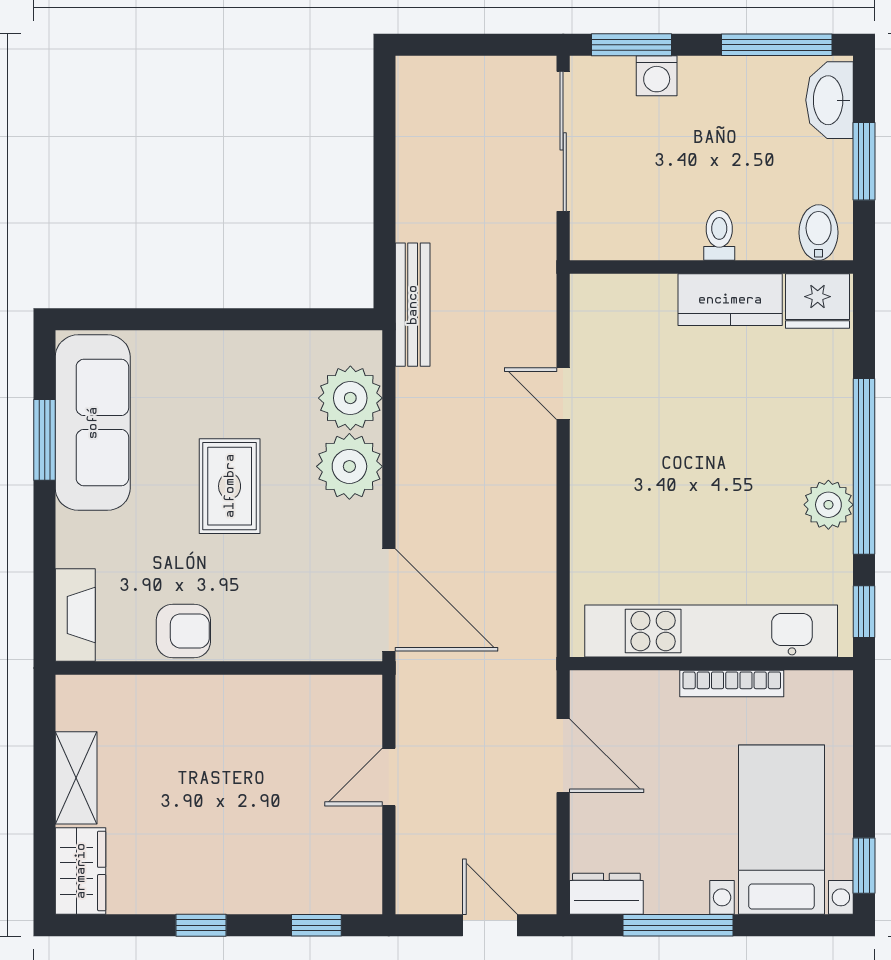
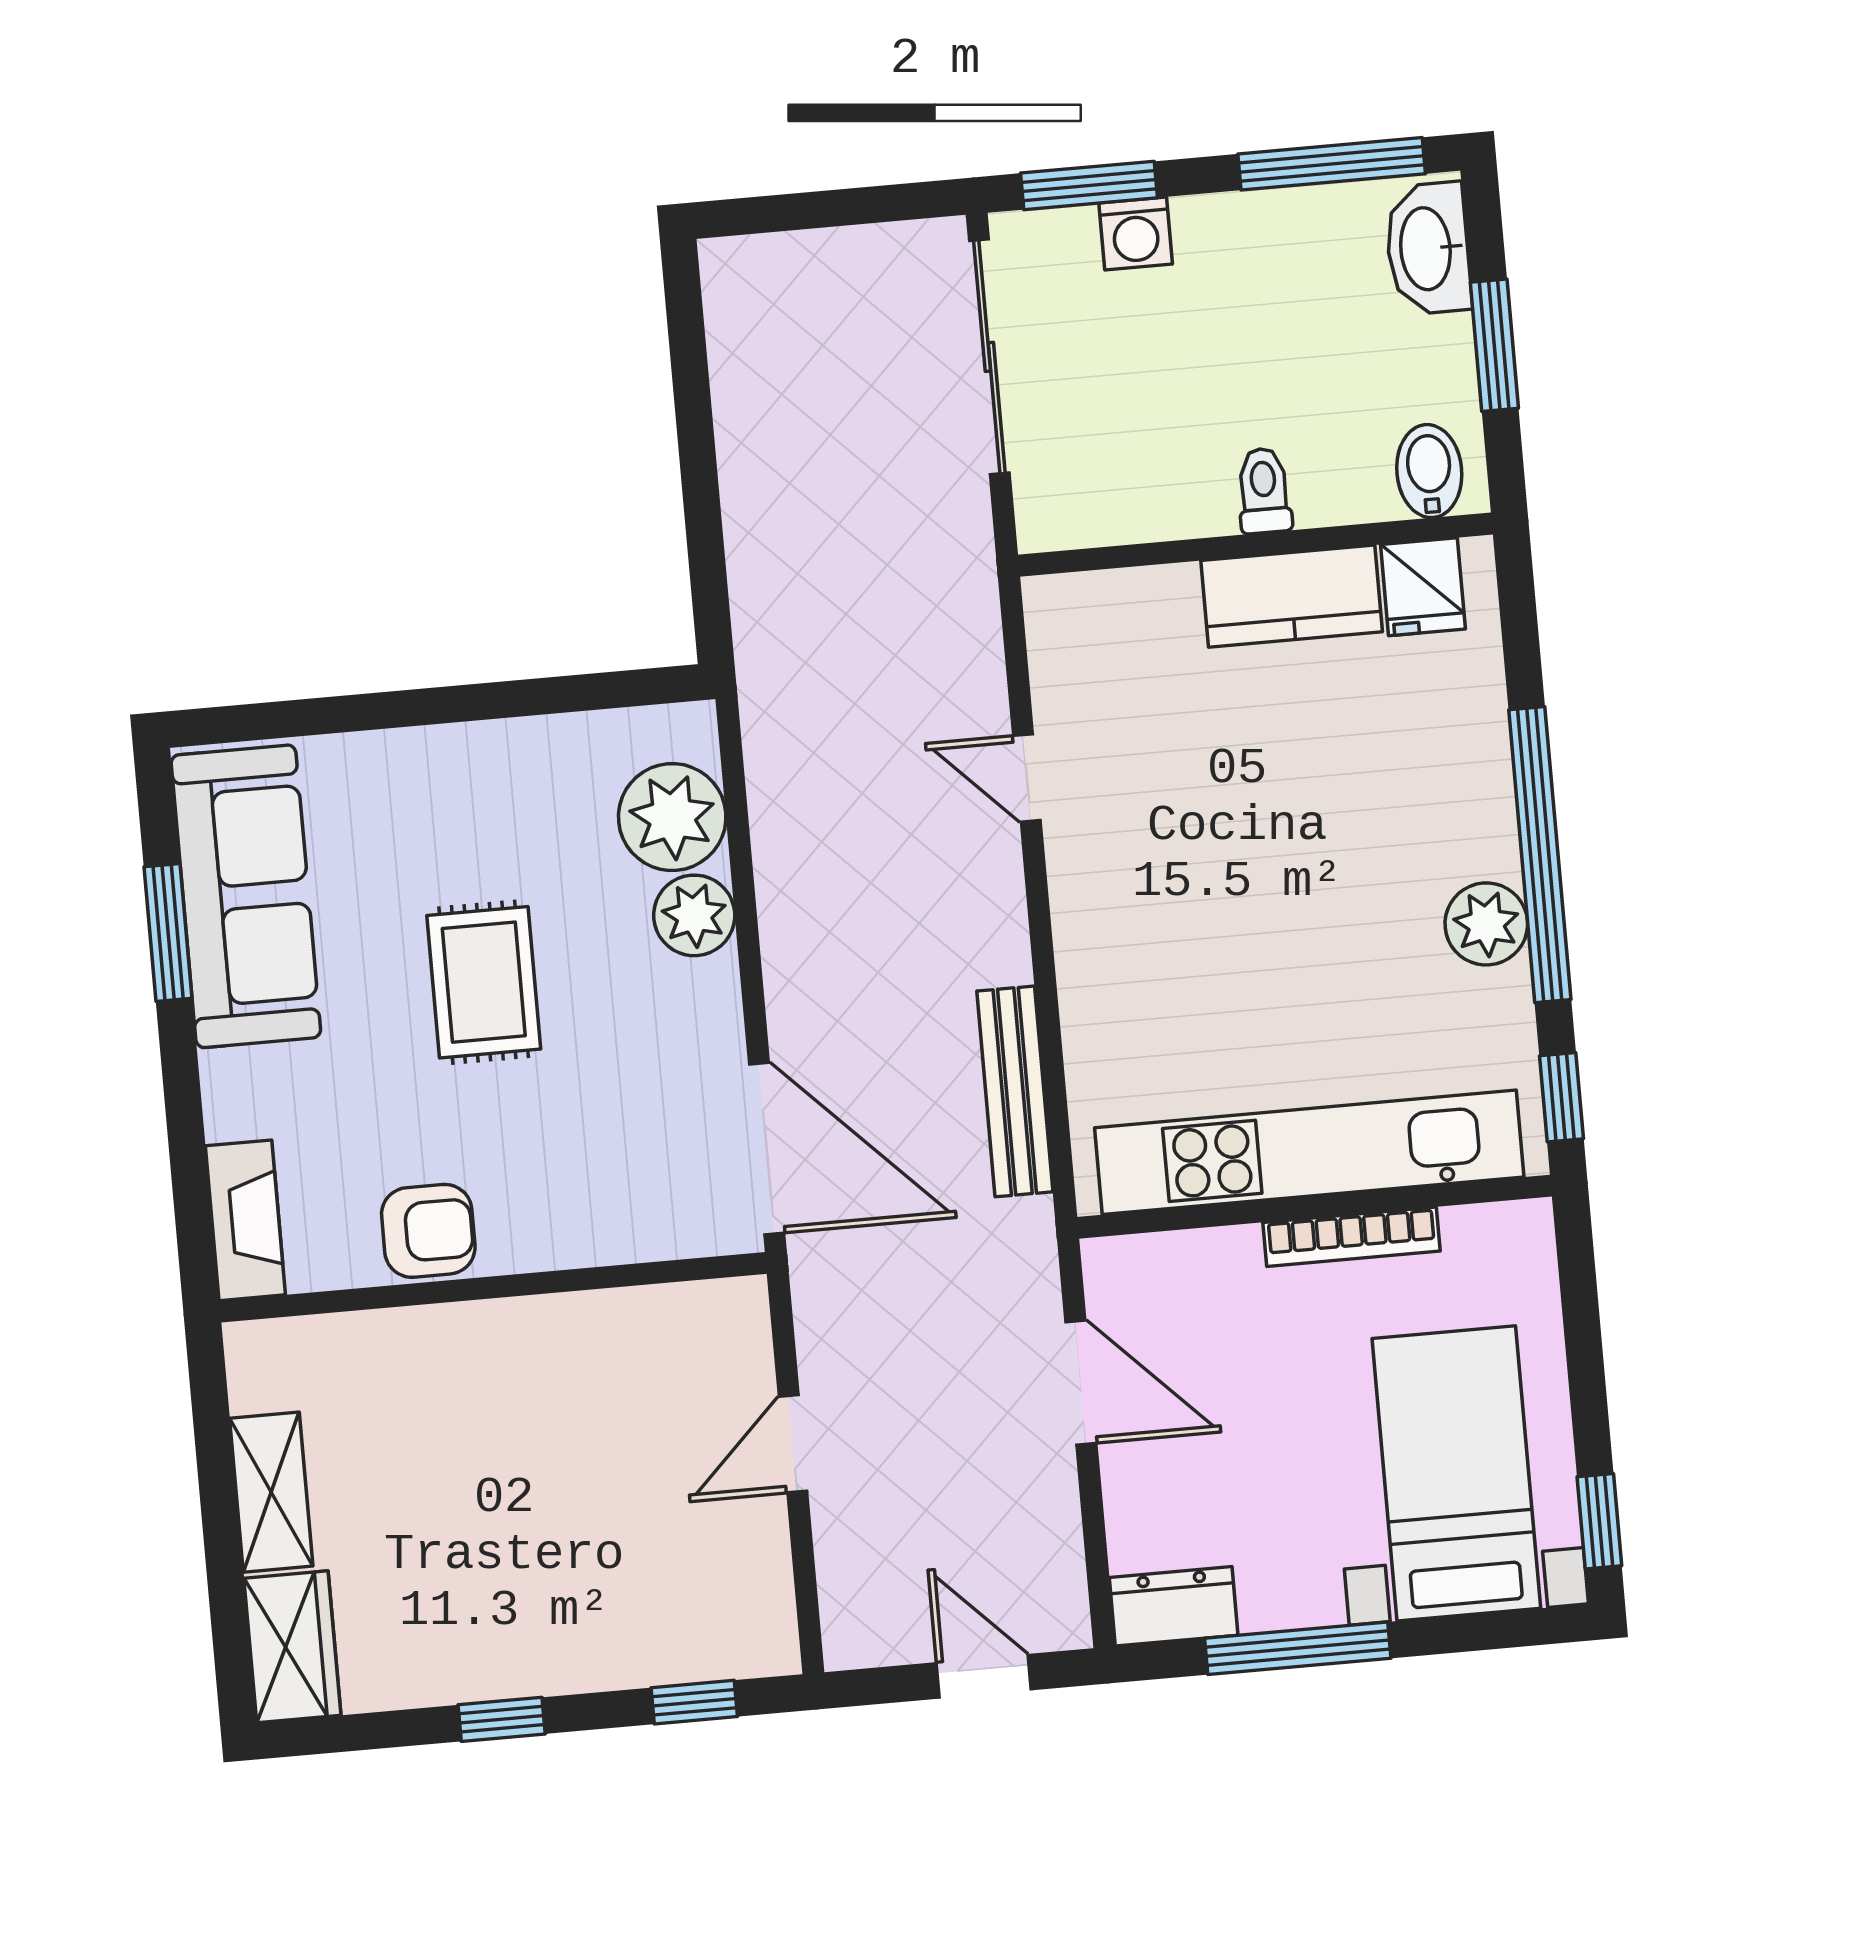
fridge: (818, 301) -> (1423, 587), width x0.72
bench: (413, 305) -> (1015, 1091), moved
plant: (349, 466) -> (694, 915), width x0.73, depth x0.73

